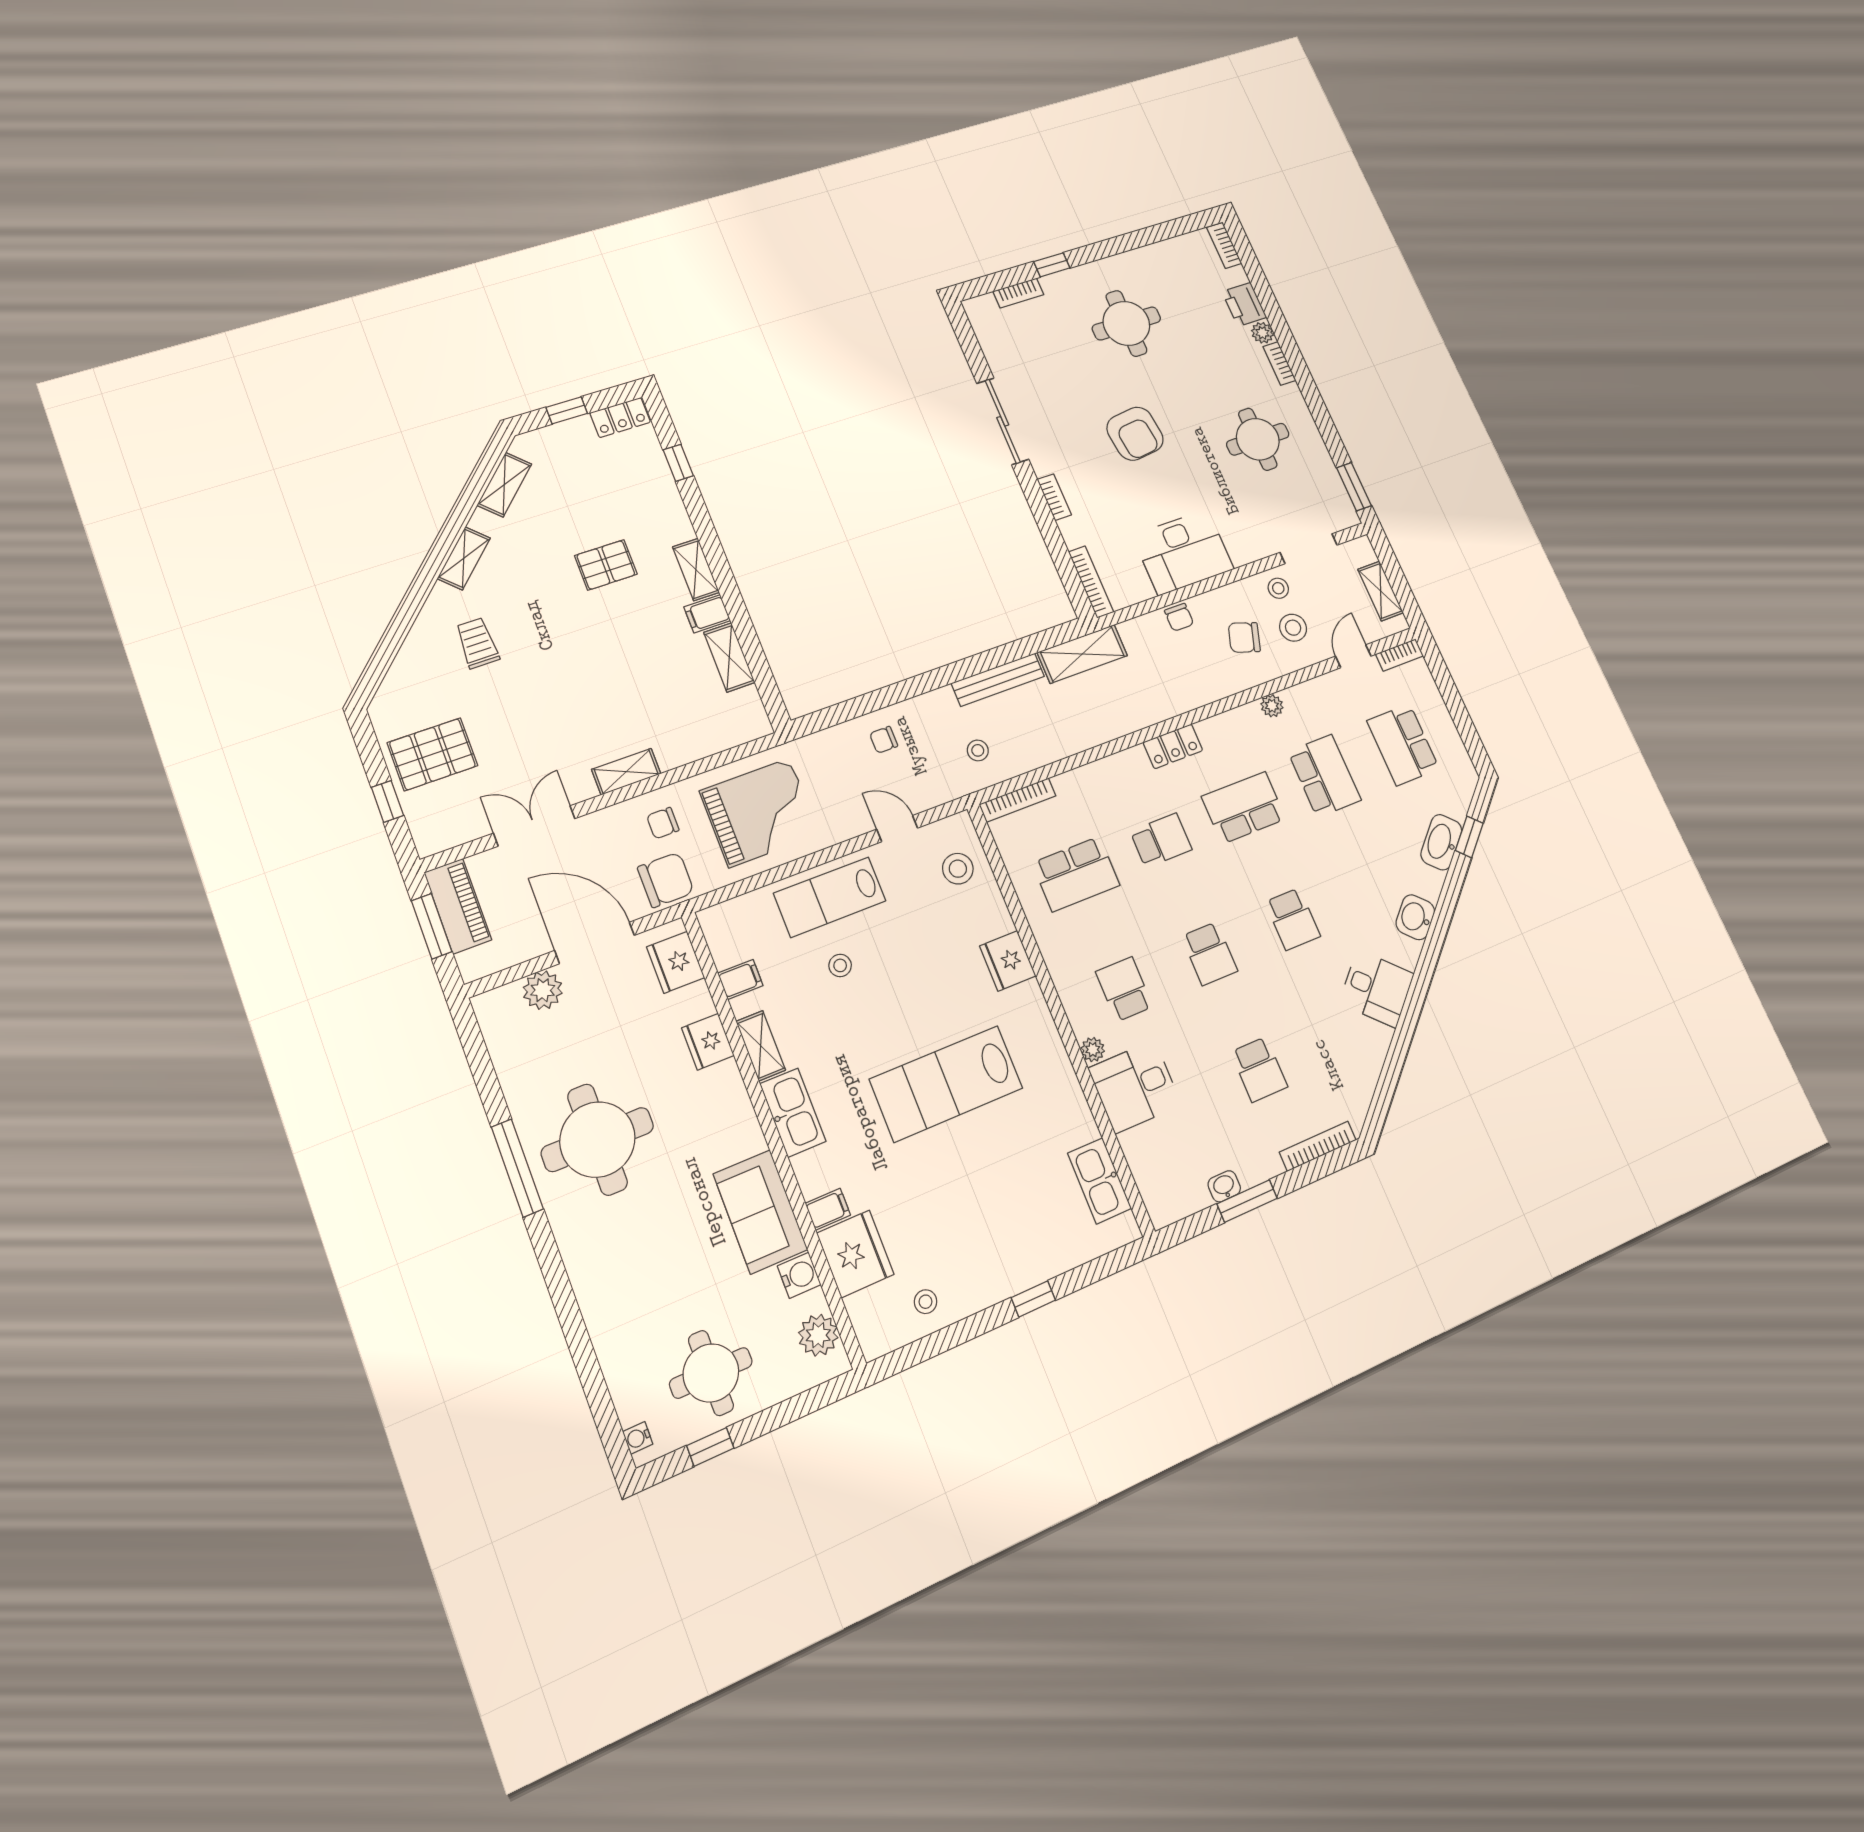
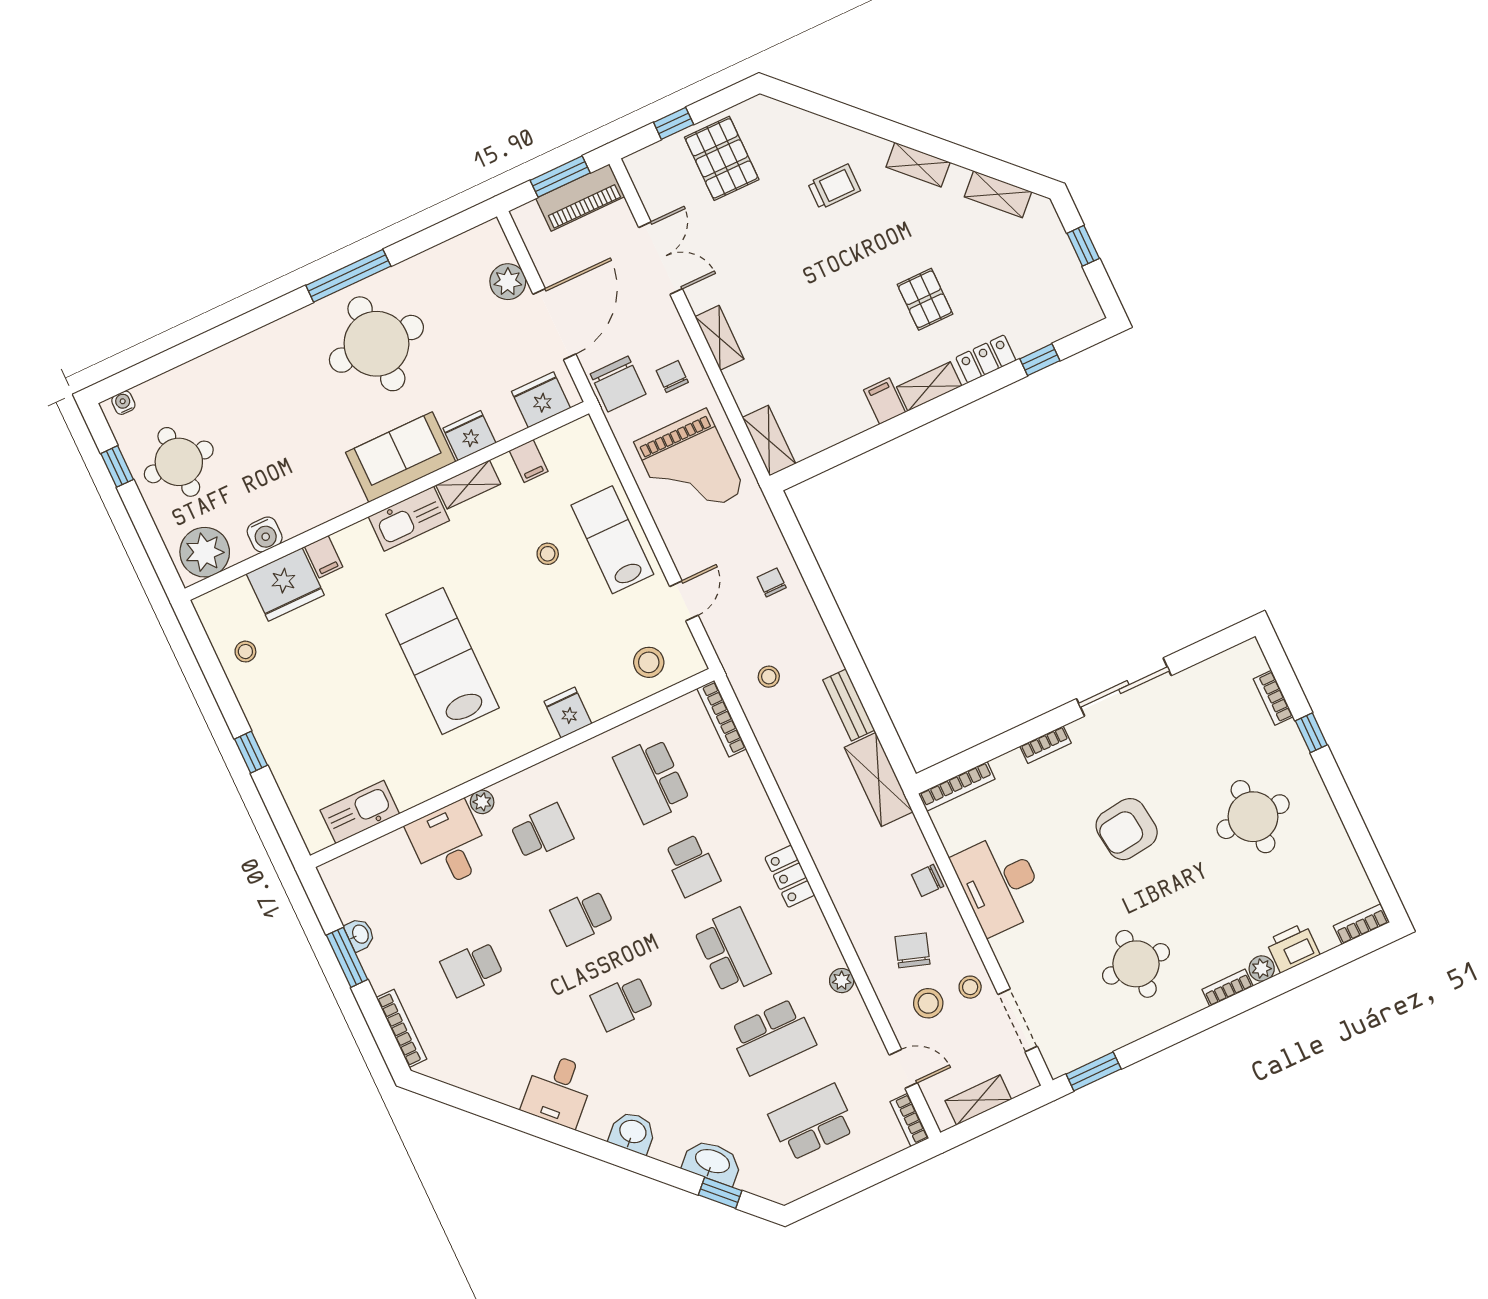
locker: (620, 417) -> (986, 359), moved, turned 90
shelving: (729, 657) -> (769, 441), moved, turned 90
bench: (998, 680) -> (849, 705), width x0.73
fridge: (1008, 961) -> (568, 713), width x0.72
sofa: (760, 1212) -> (401, 457), moved
plant: (818, 1335) -> (205, 552), width x1.36, depth x1.36

